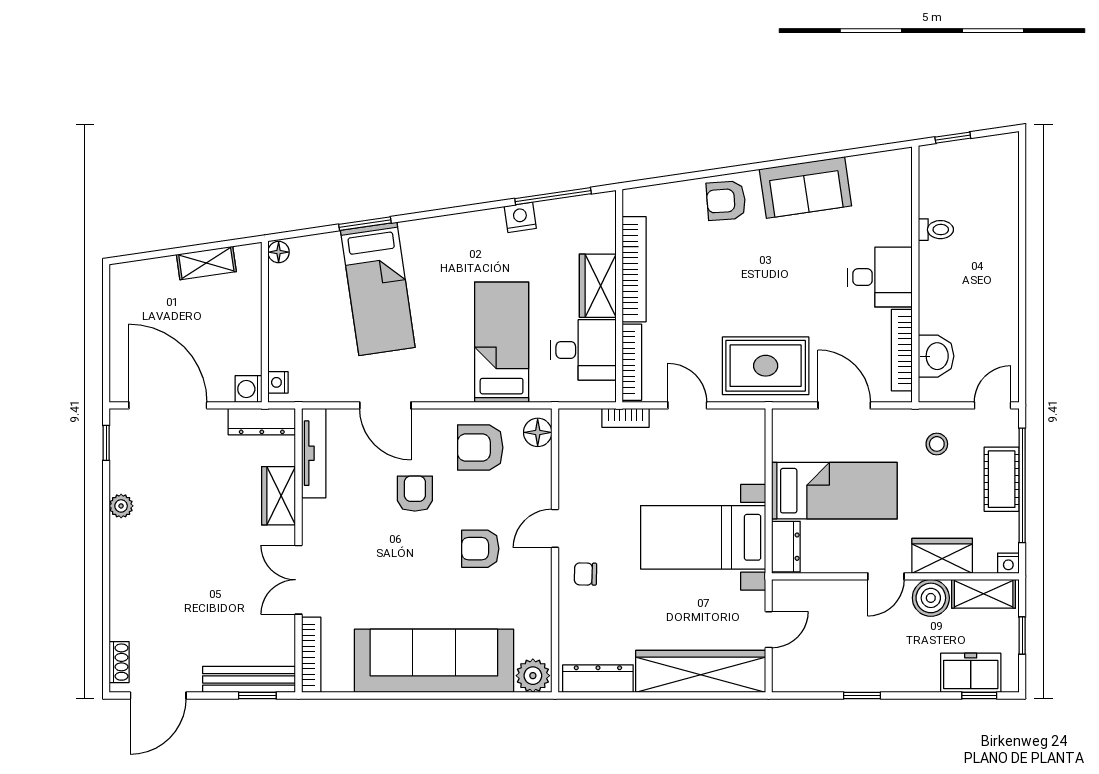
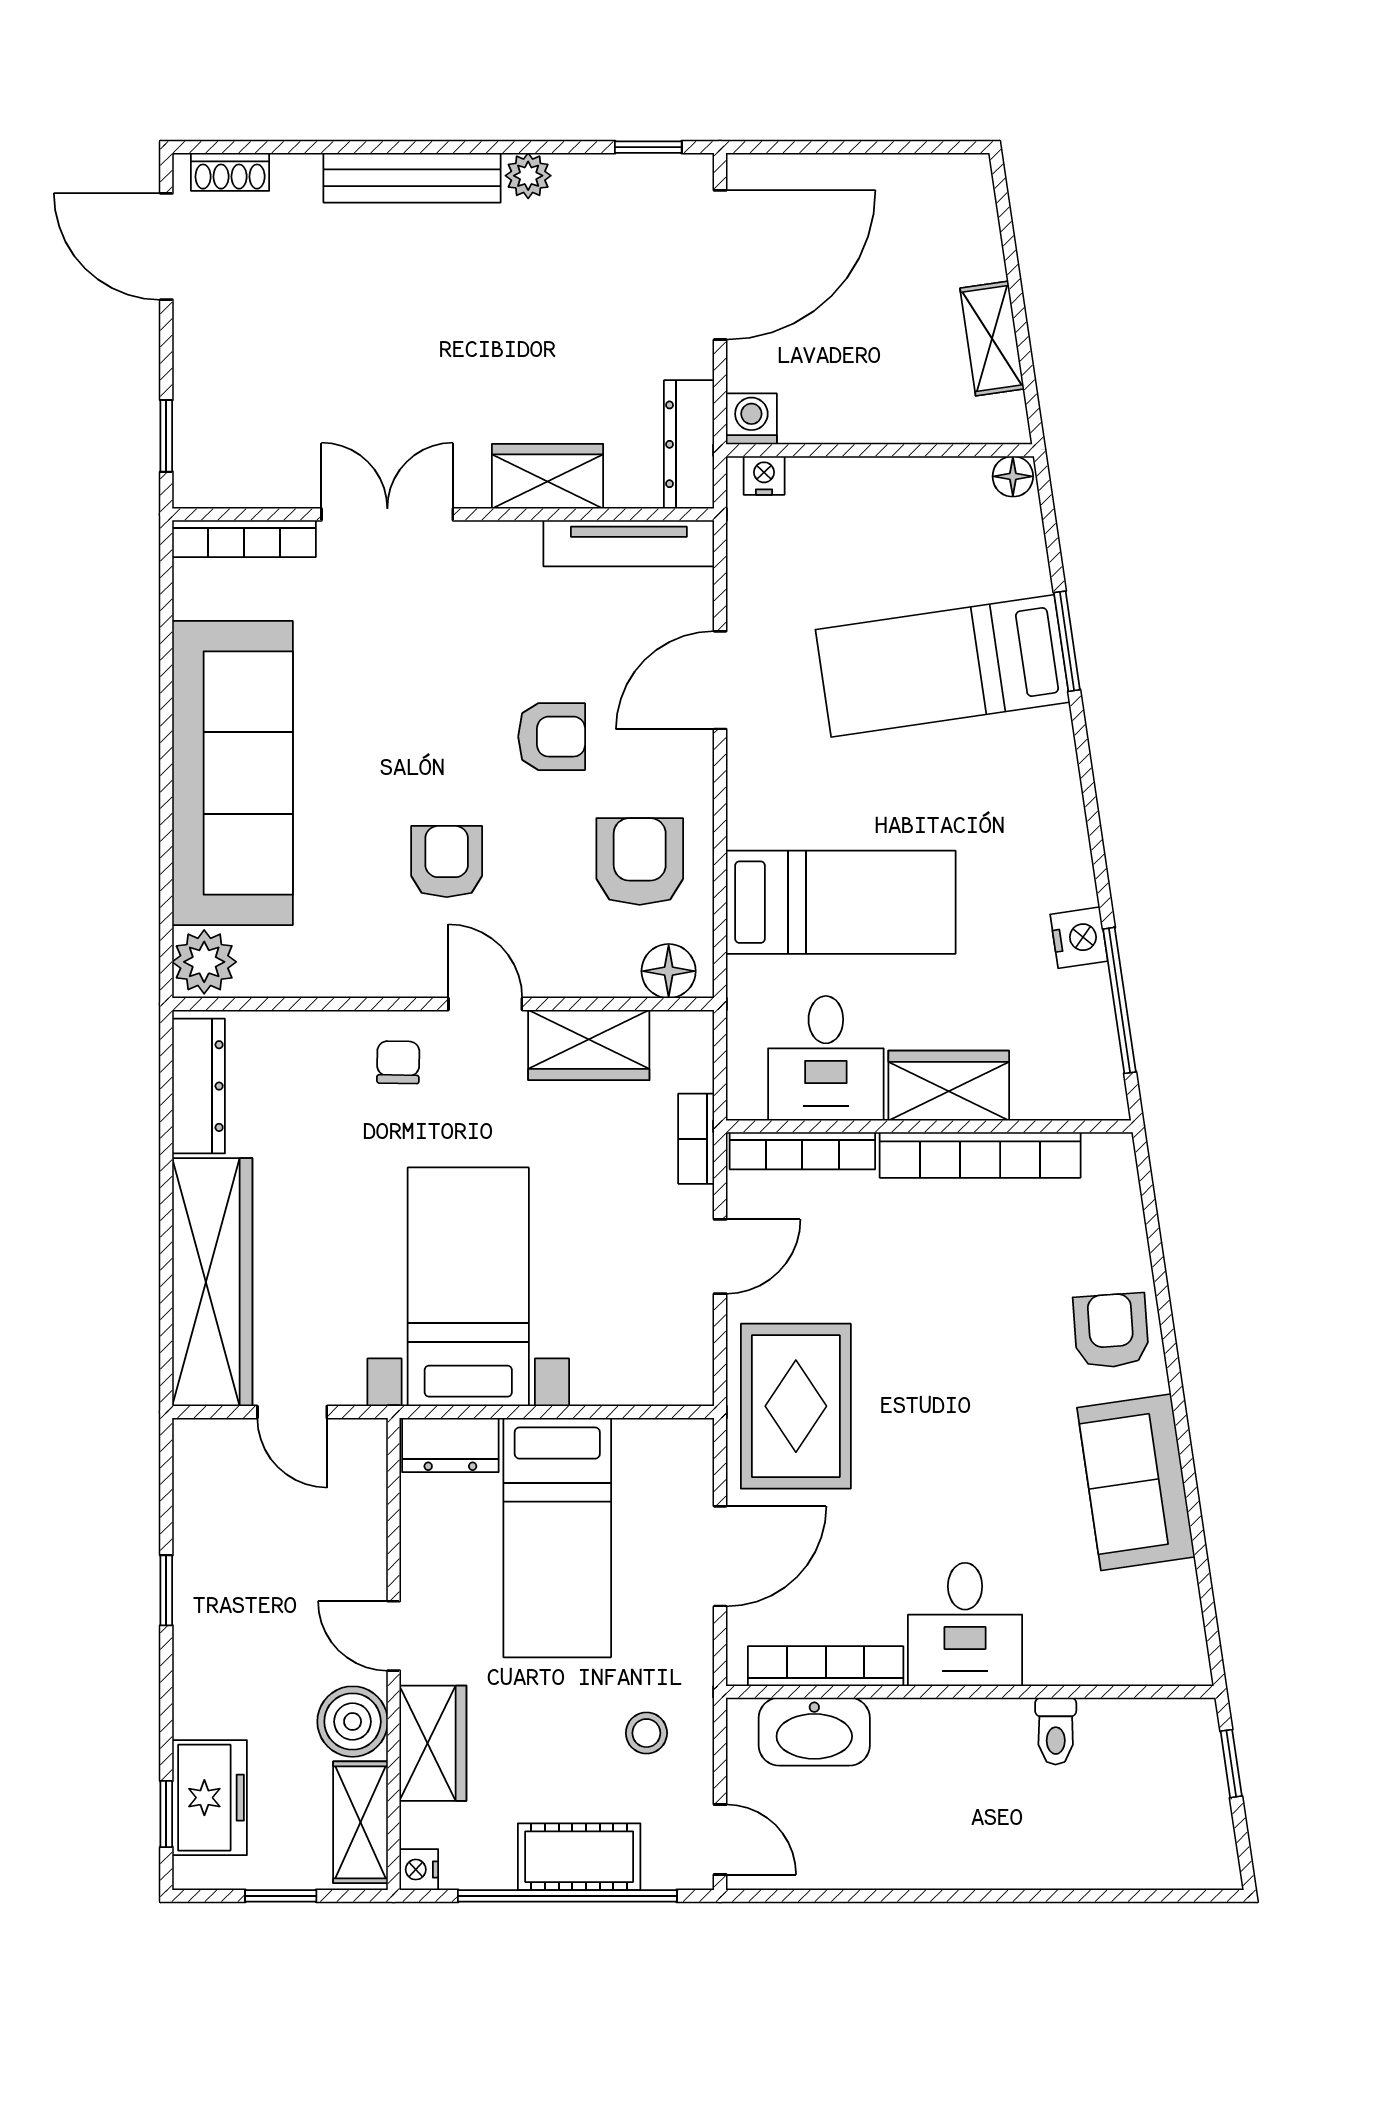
washbasin: (936, 356) -> (814, 1732), width x1.38
wardrobe: (576, 474) -> (589, 1045), added
bench: (249, 679) -> (412, 178), moved, turned 90

